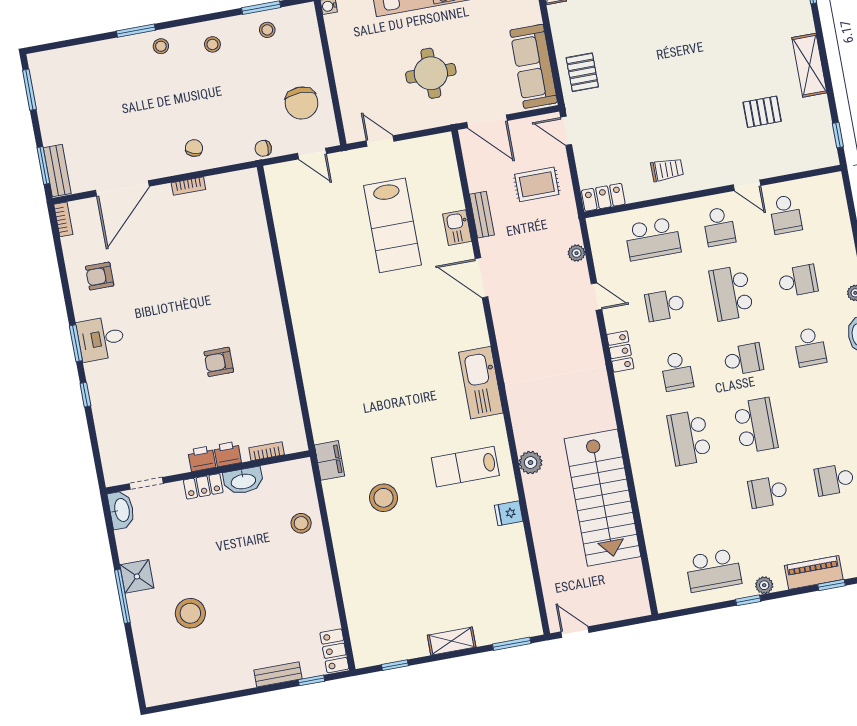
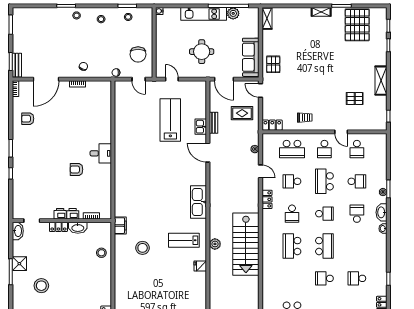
lab bench: (392, 225) -> (170, 120), turned 180
desk: (101, 339) -> (101, 153), moved, turned 180
school desk: (810, 347) -> (357, 214), turned 180
stairs: (603, 498) -> (246, 244), moved

